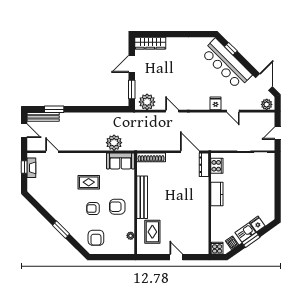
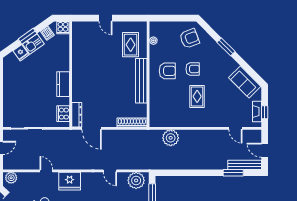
fridge: (216, 103) -> (70, 181), width x1.88, depth x1.34
sofa: (120, 161) -> (245, 82), moved, turned -135
rug: (89, 182) -> (197, 96), turned 90
armchair: (96, 238) -> (190, 38), turned 69

